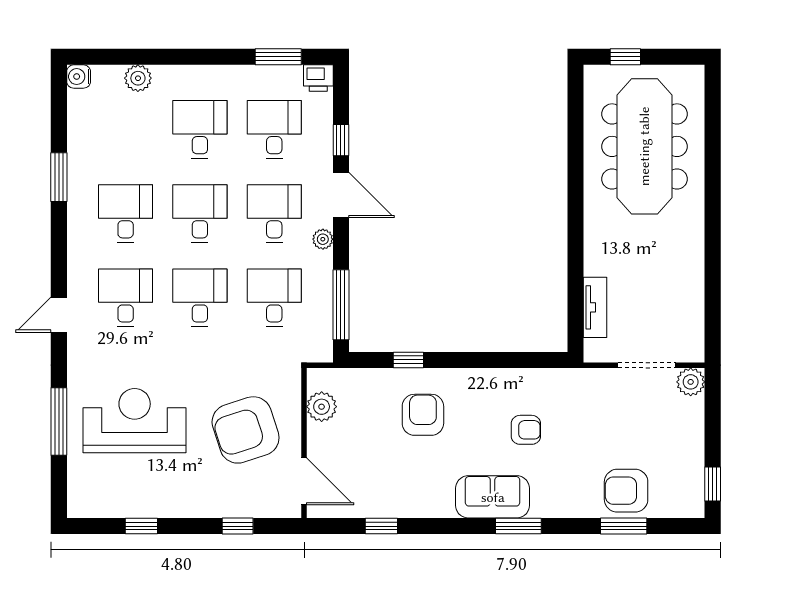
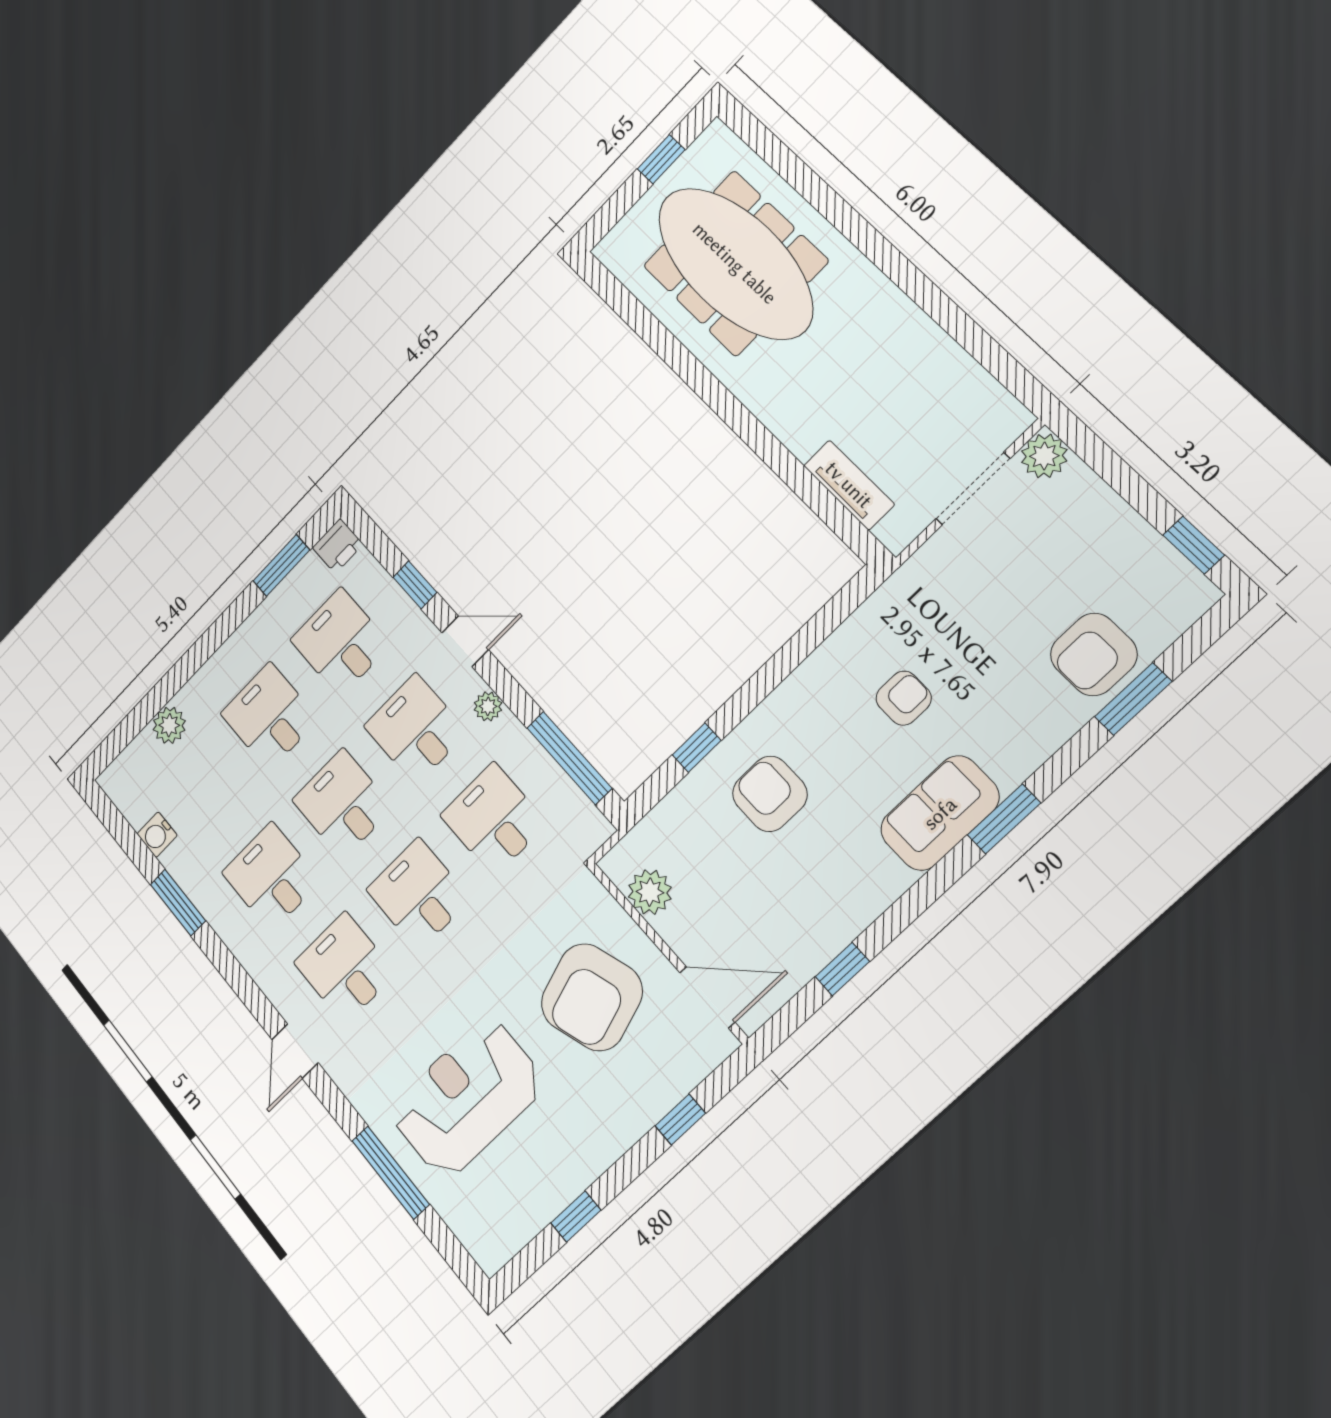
window: (625, 57) -> (661, 159), moved
water cooler: (79, 77) -> (157, 835), moved
door: (341, 195) -> (465, 641), width x0.73

